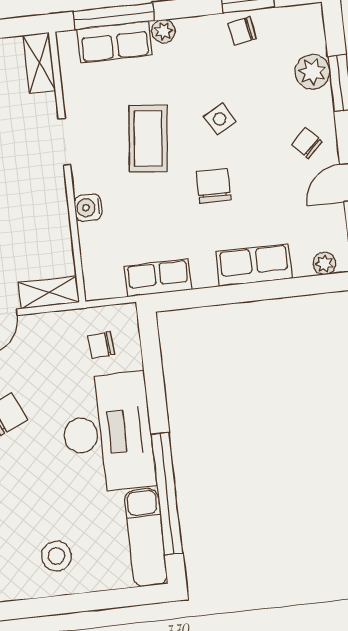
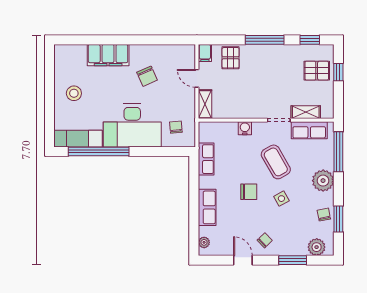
plant: (163, 31) -> (323, 181), width x1.88, depth x1.88
row of seats: (115, 42) -> (309, 130), moved, turned -90
shelving: (39, 63) -> (306, 112), moved
plant: (312, 72) -> (317, 247), moved
coffee table: (148, 138) -> (276, 162), turned 54

